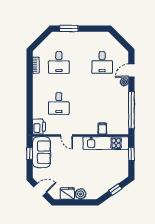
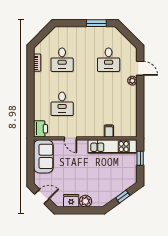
window: (69, 29) -> (96, 23), moved
door: (131, 70) -> (140, 68), swing flipped
window: (131, 110) -> (140, 111), removed
window: (30, 153) -> (30, 158), removed

